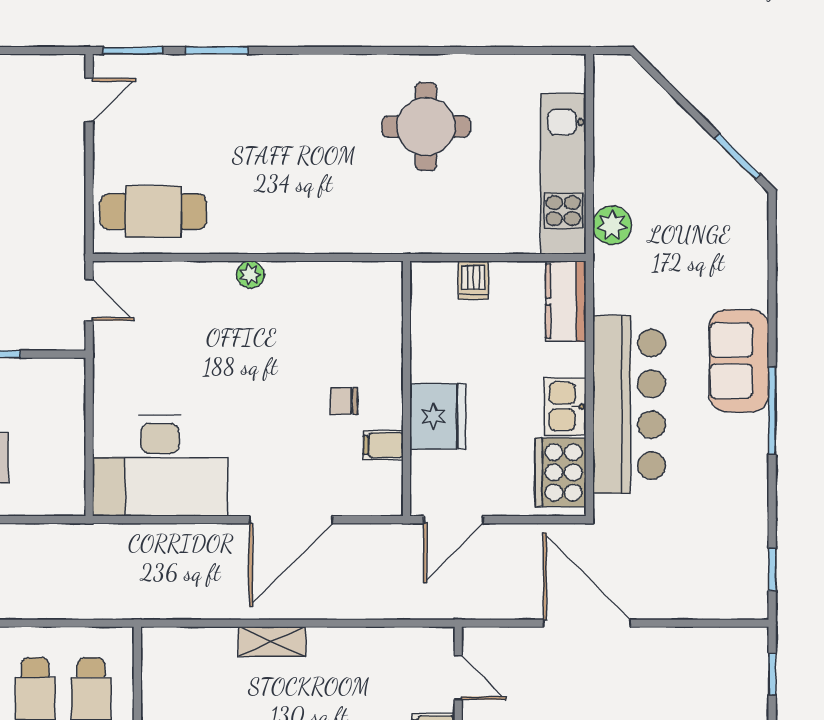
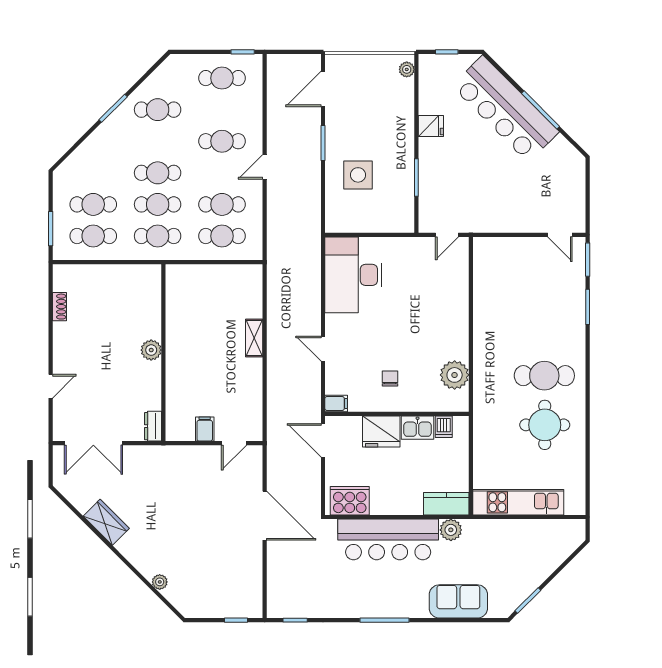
cafe table: (153, 212) -> (544, 376), moved, turned 90
plant: (612, 225) -> (451, 530), moved
plant: (250, 275) -> (455, 375), moved, width x1.87, depth x1.87
dishwasher: (473, 280) -> (444, 427), moved, turned -90
sofa: (739, 361) -> (458, 601), moved
kitchen sink: (565, 406) -> (418, 428), moved, turned 180
filing cabinet: (383, 445) -> (336, 404), moved, turned 90
door: (291, 520) -> (323, 349), width x0.53
door: (587, 623) -> (265, 516), hinge flipped

